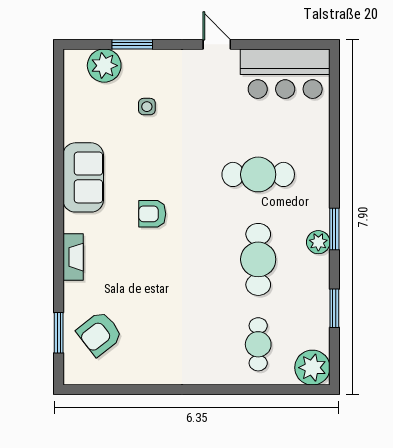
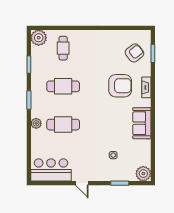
plant: (104, 66) -> (143, 174), moved
armchair: (152, 214) -> (120, 86), moved, width x1.88, depth x1.88
plant: (318, 242) -> (36, 123), moved
cafe table: (258, 259) -> (63, 86), turned 90

